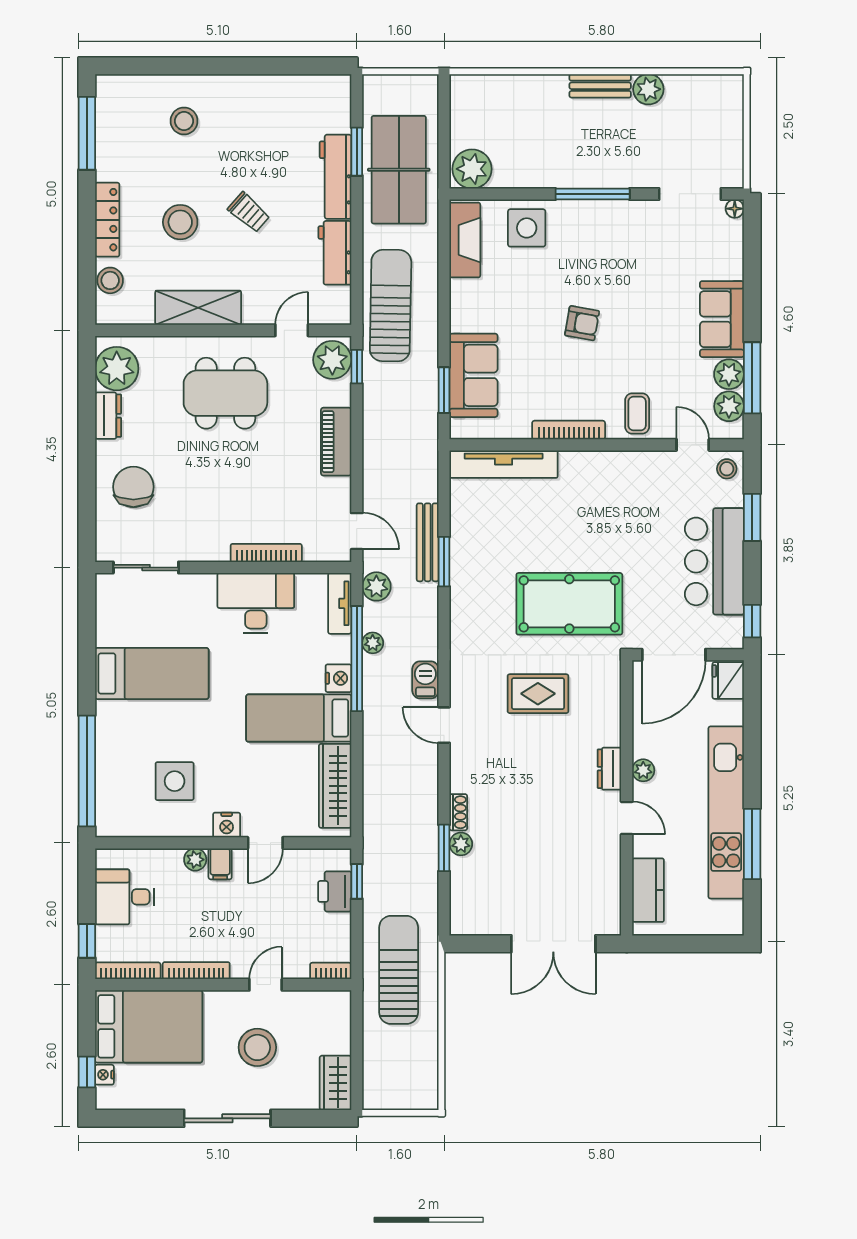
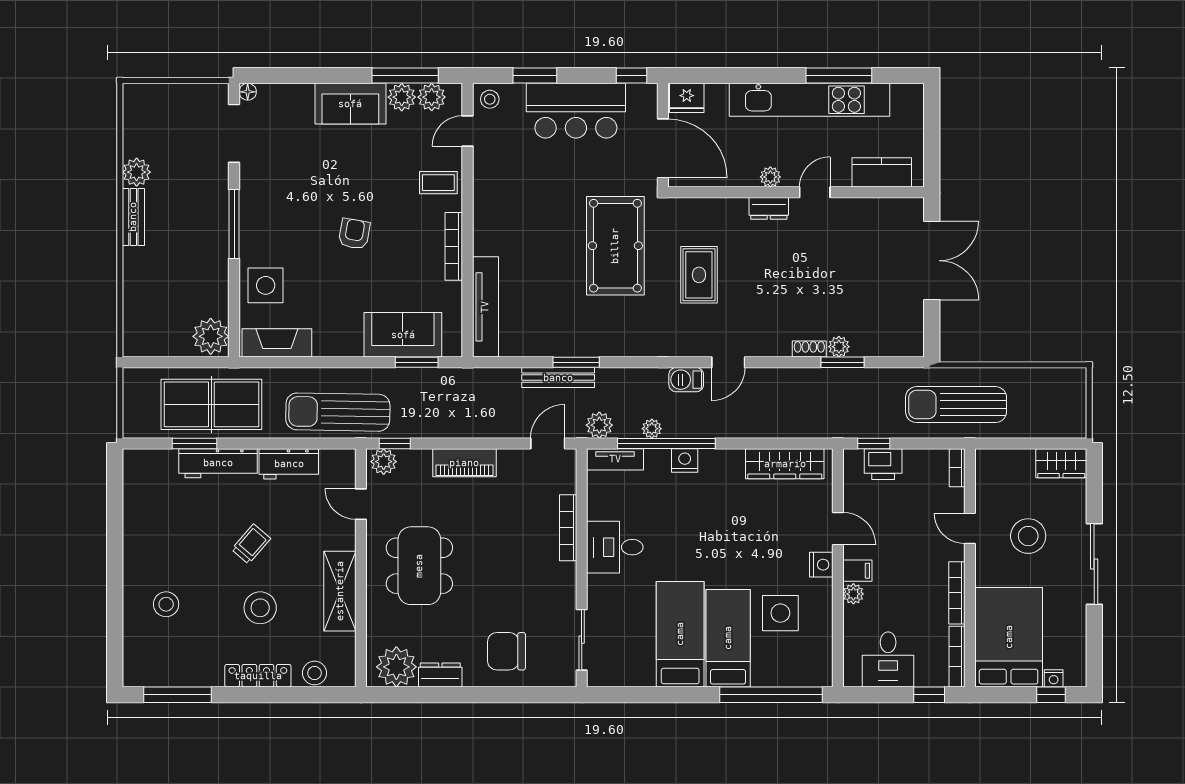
plant: (332, 360) -> (384, 462), width x0.73, depth x0.73
desk: (256, 603) -> (615, 547), width x0.73
bed: (299, 718) -> (728, 638), moved, turned 180

